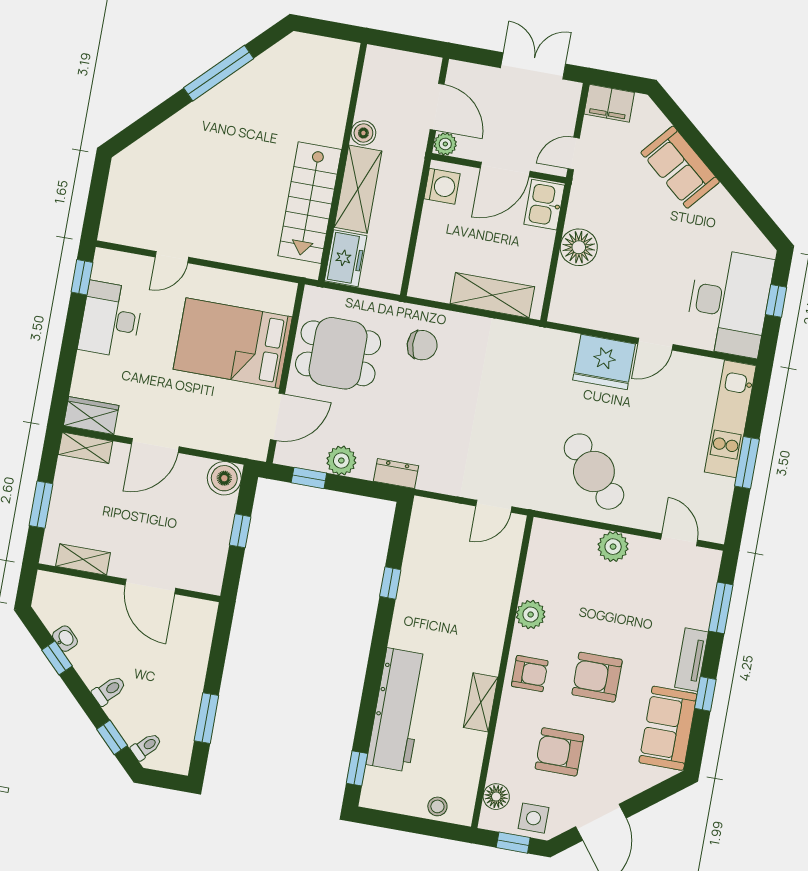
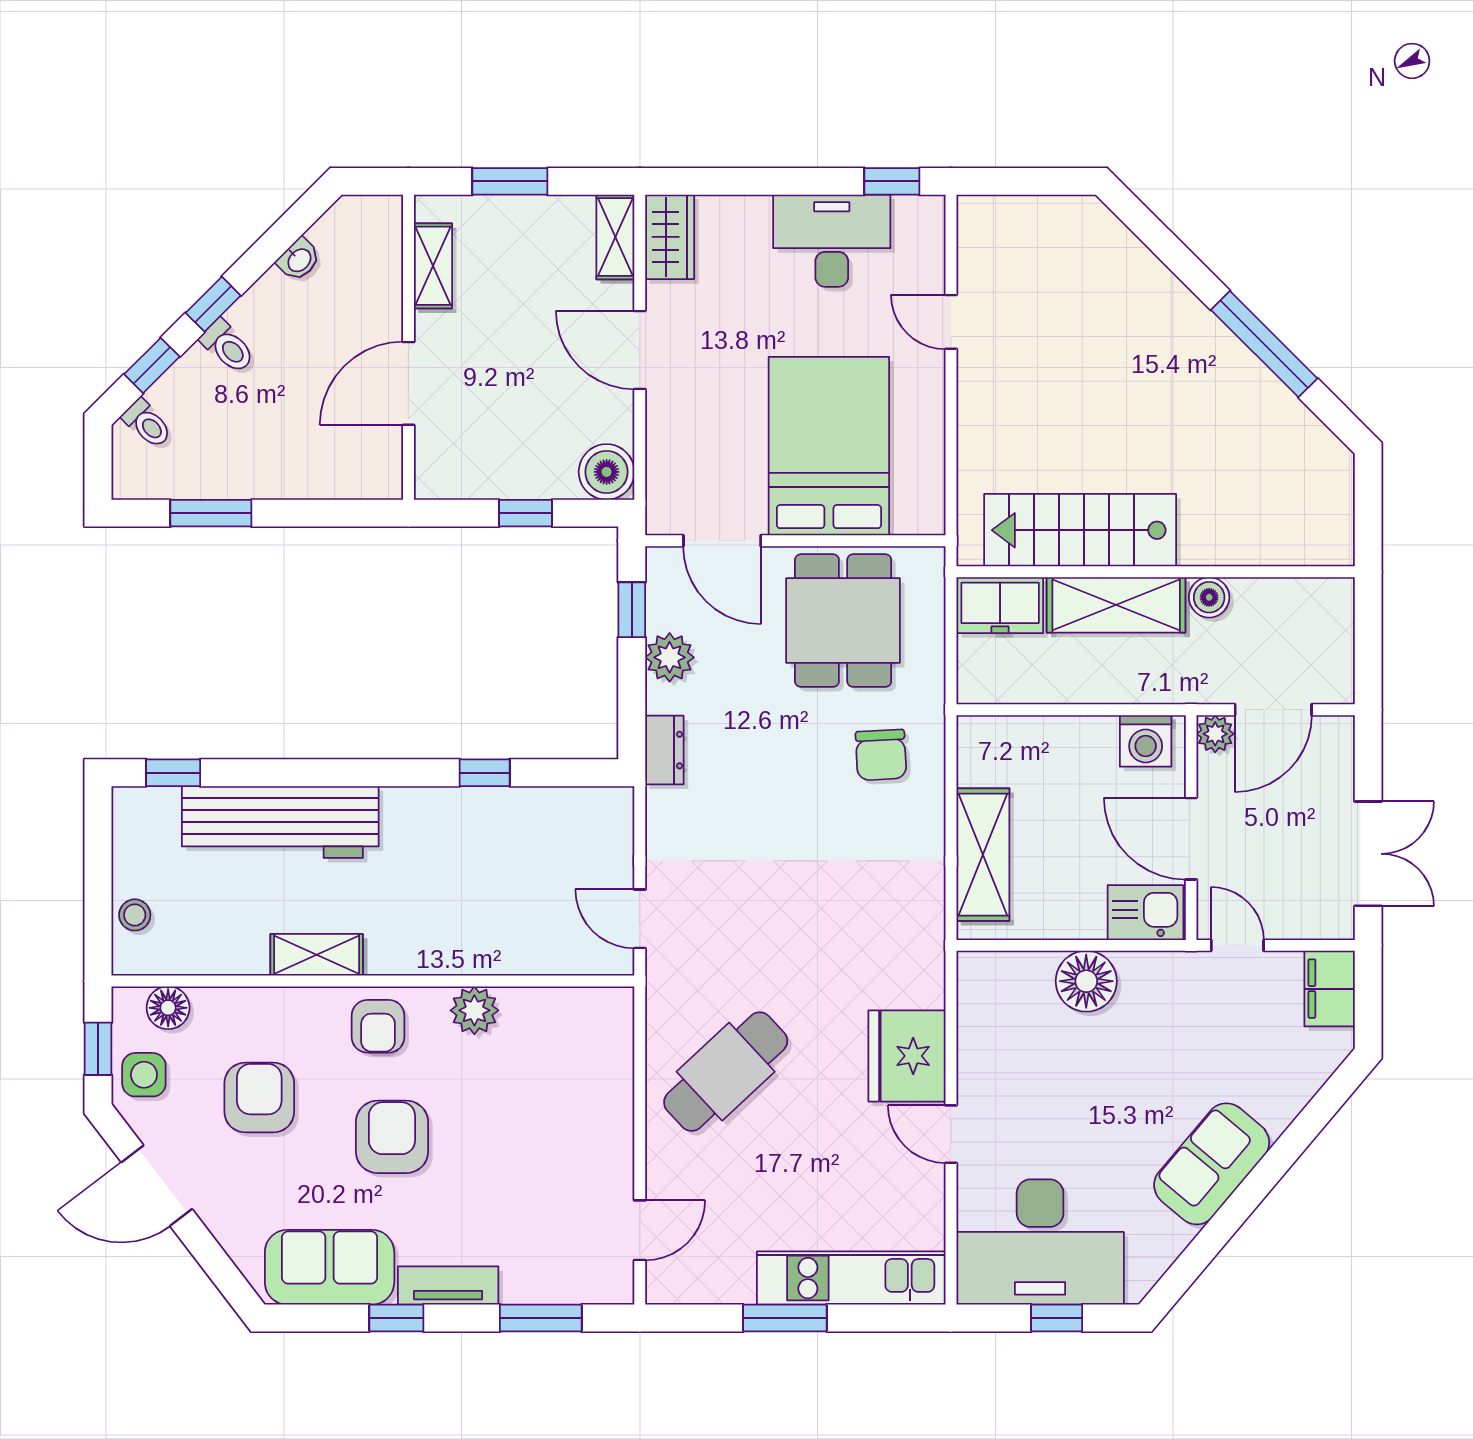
sofa: (680, 167) -> (1212, 1164), moved
plant: (613, 547) -> (609, 1125), removed
window: (57, 658) -> (213, 304), moved

